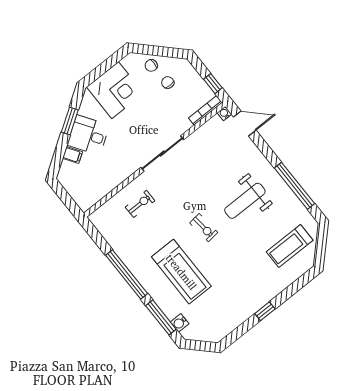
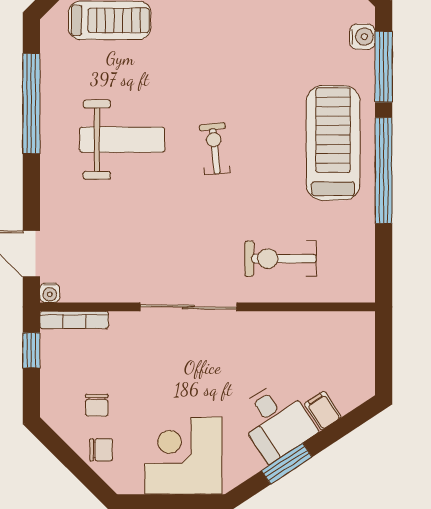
exercise bike: (140, 204) -> (281, 259), width x1.38, depth x1.39
treadmill: (181, 272) -> (333, 143), moved

